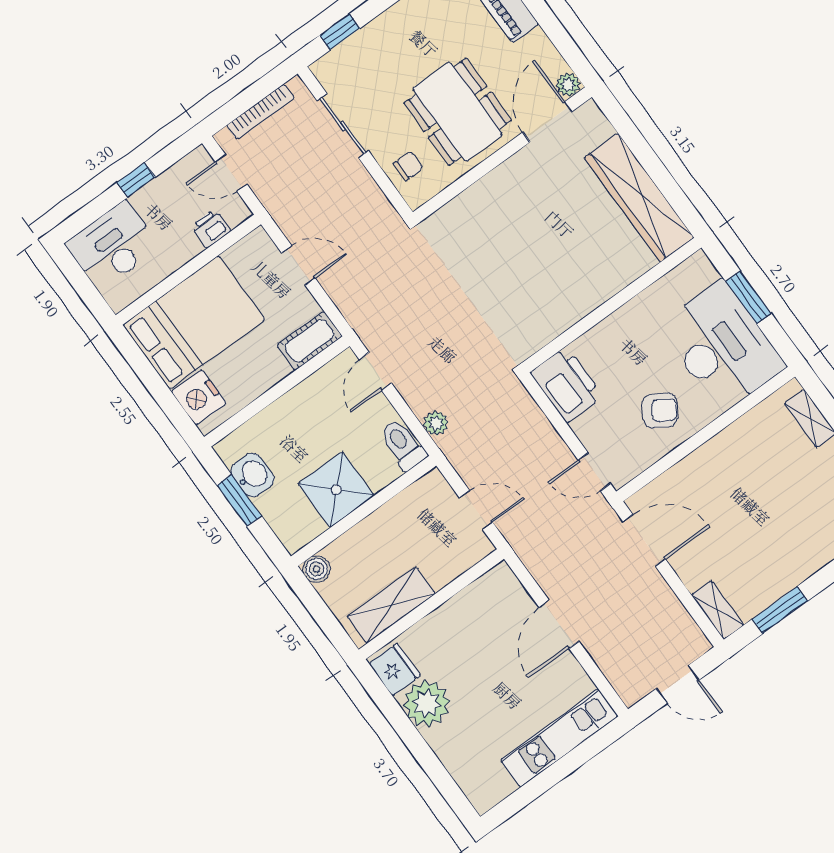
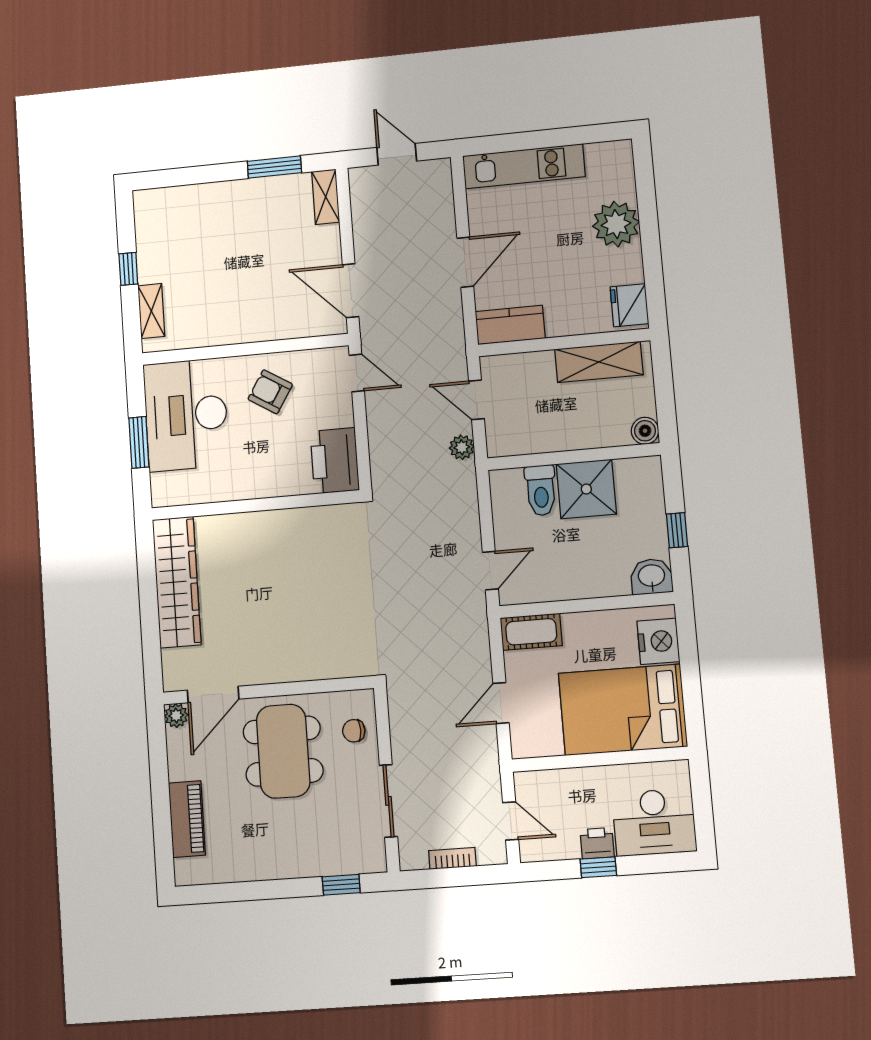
bookcase: (260, 112) -> (452, 858), width x0.64
printer: (211, 228) -> (597, 843), moved, turned 180
door: (298, 266) -> (501, 703), hinge flipped
plant: (436, 423) -> (462, 447), moved
toilet: (403, 445) -> (541, 490), moved
washbasin: (252, 475) -> (652, 576), moved, turned 90
window: (239, 500) -> (677, 530), width x0.67
kitchen counter: (487, 592) -> (510, 325), added
plant: (427, 703) -> (616, 224), moved

